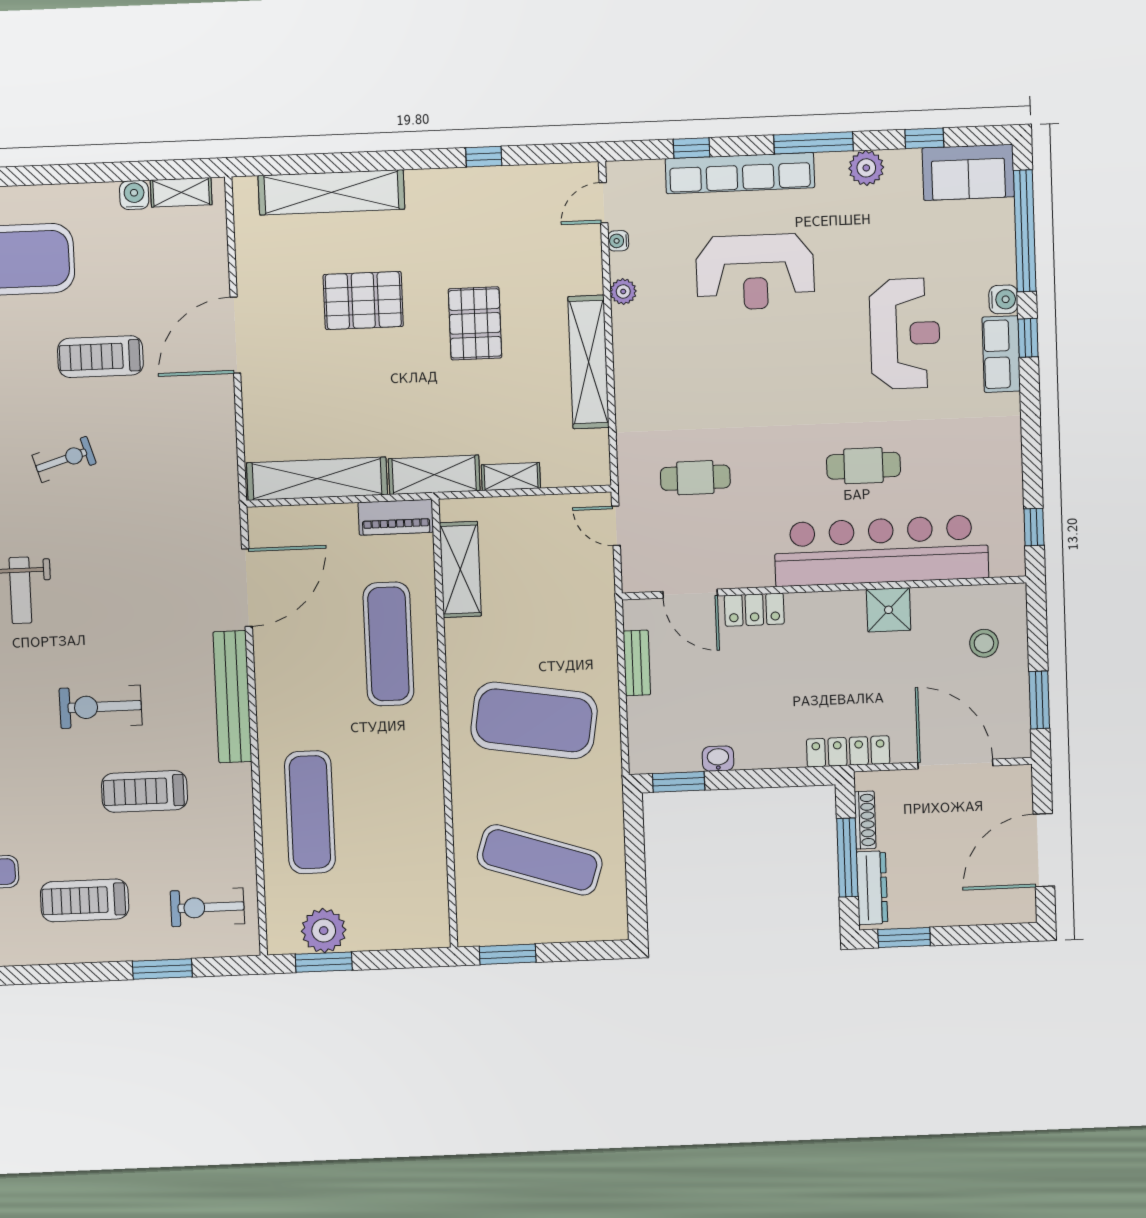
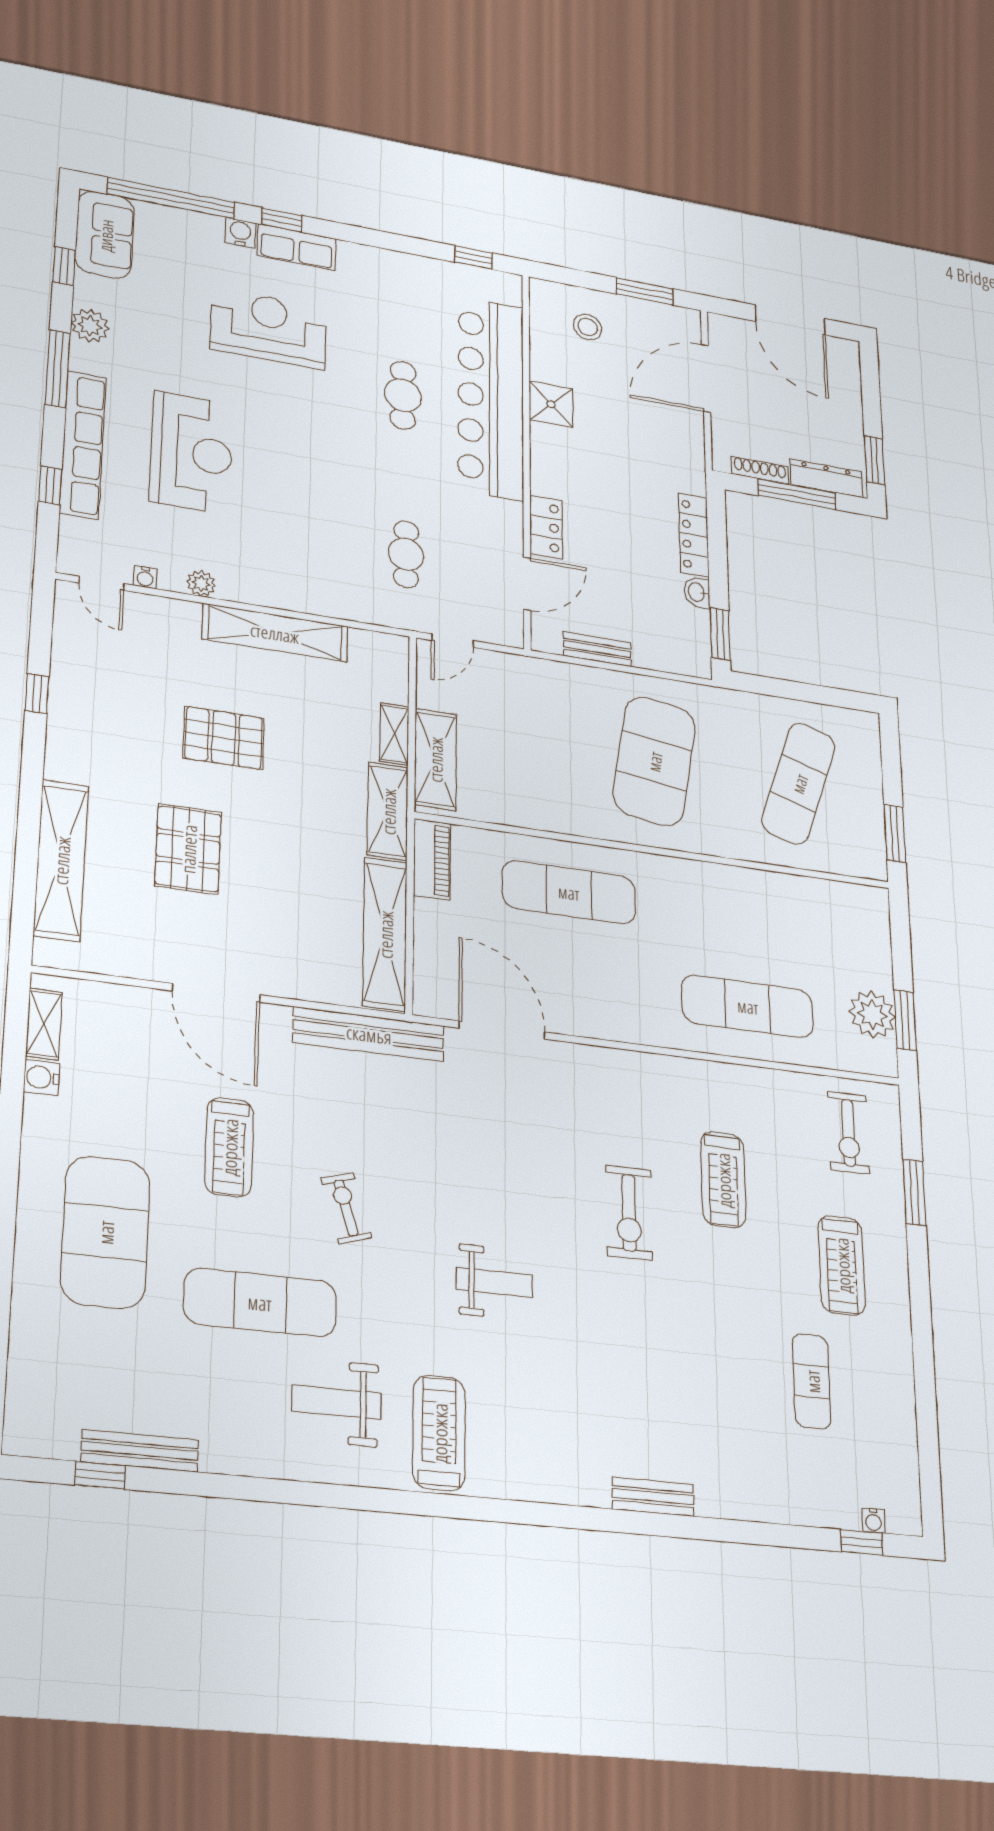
shelving: (460, 569) -> (435, 759), moved, turned 90
bench: (232, 697) -> (369, 1034), moved
locker: (848, 751) -> (694, 535), moved

